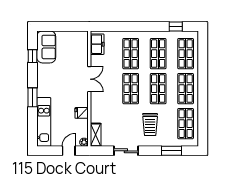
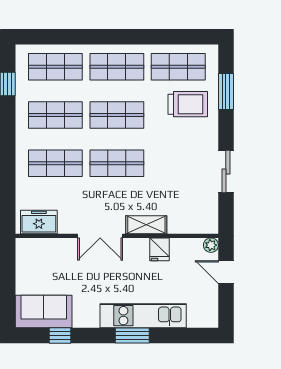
double door: (89, 79) -> (100, 236), swing flipped
kitchen unit: (44, 122) -> (143, 316), moved
trolley: (150, 124) -> (188, 104), moved
shelving: (96, 135) -> (146, 225), moved

